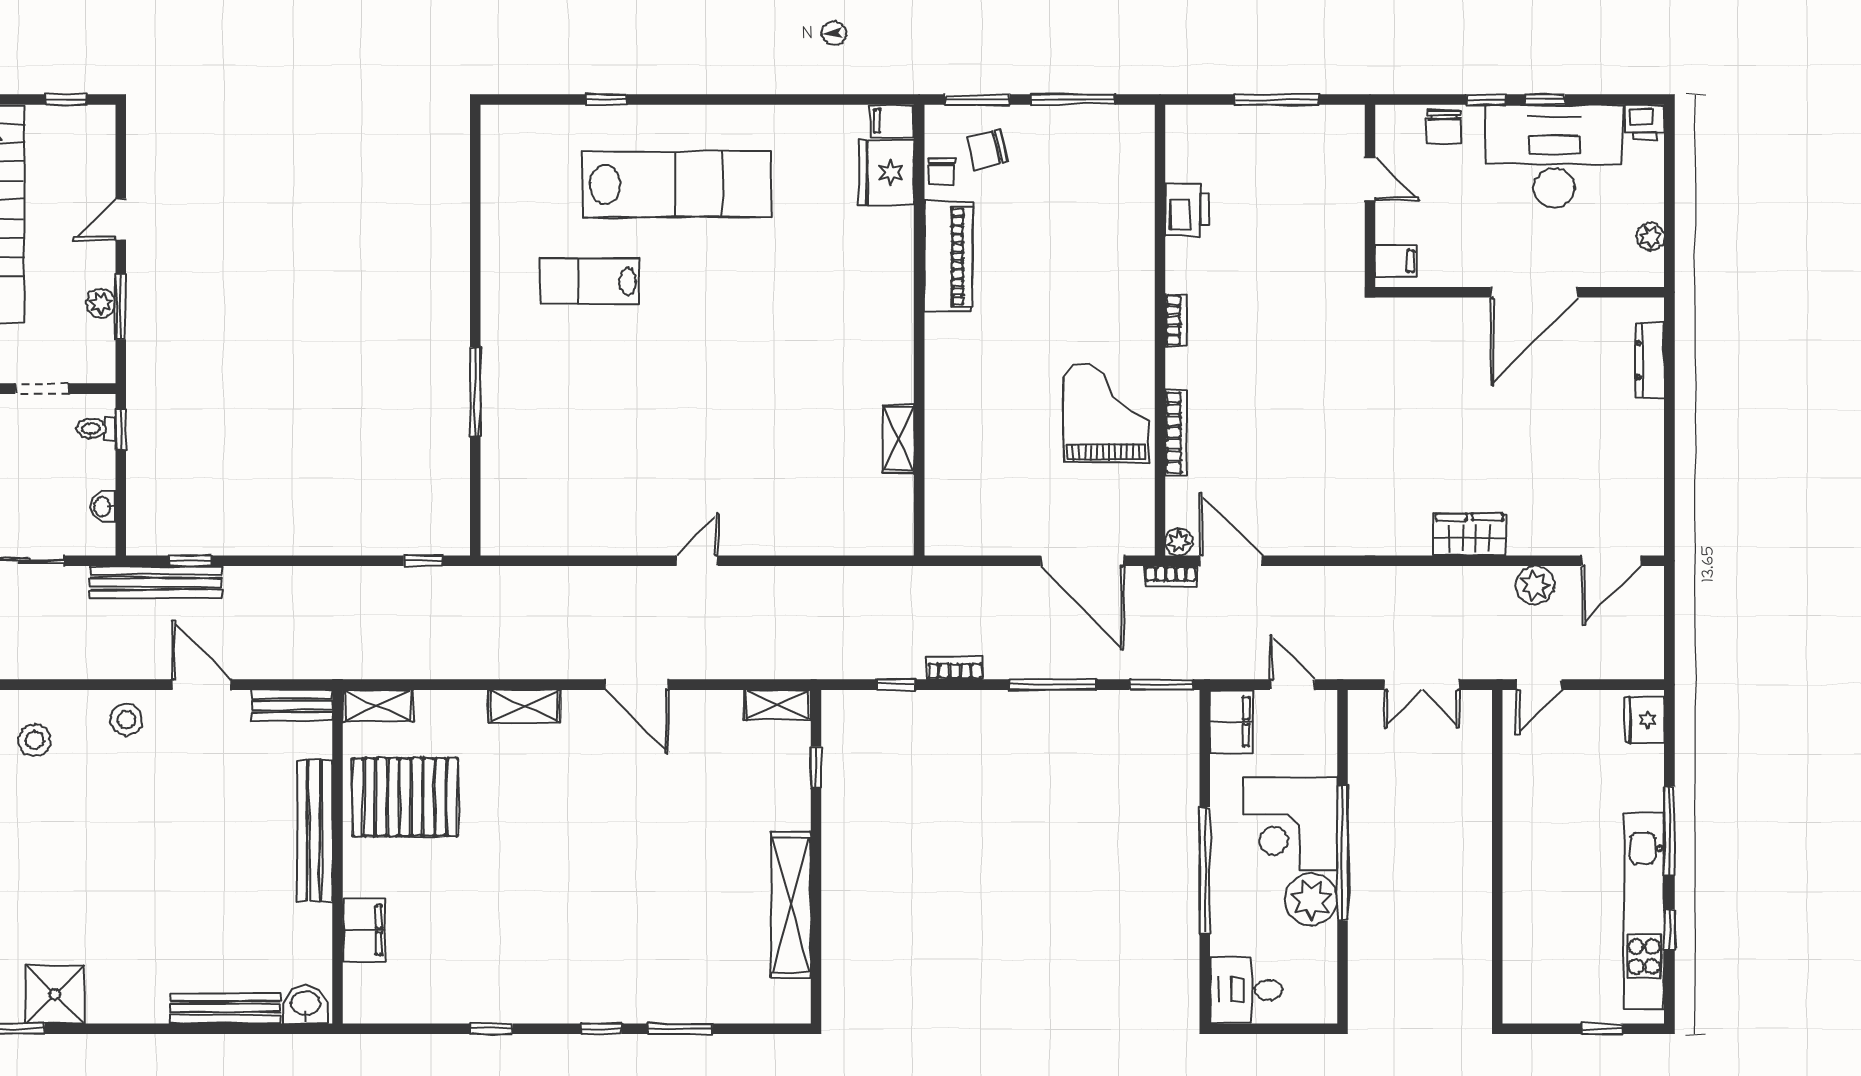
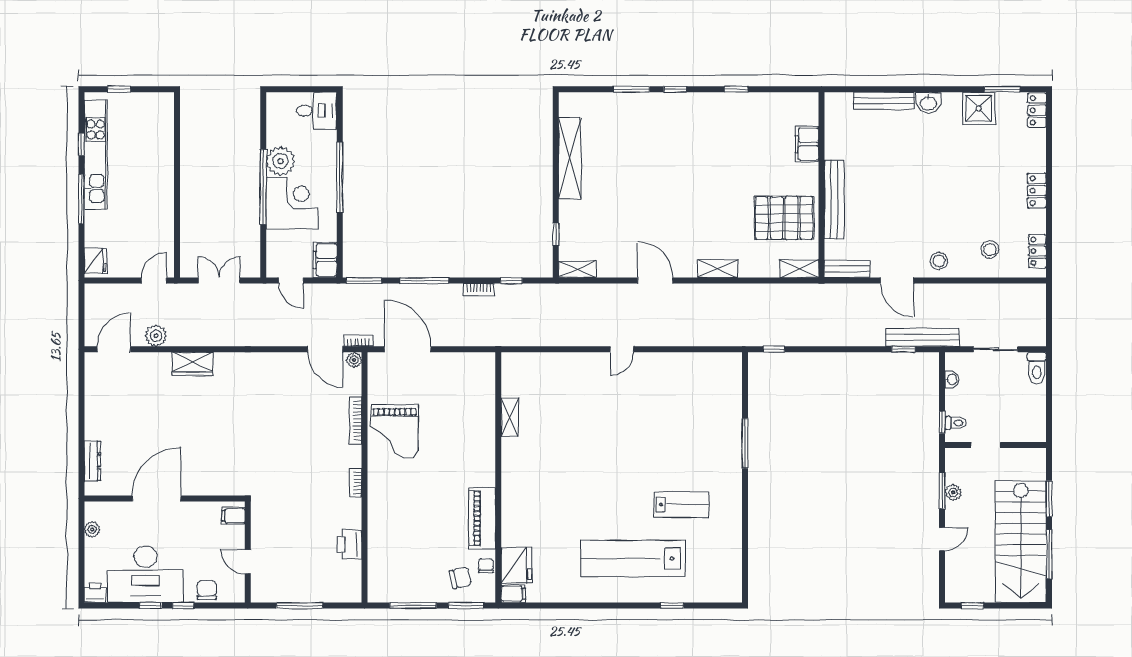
washbasin: (306, 1004) -> (928, 103), moved

